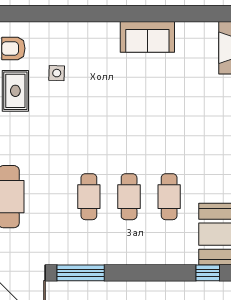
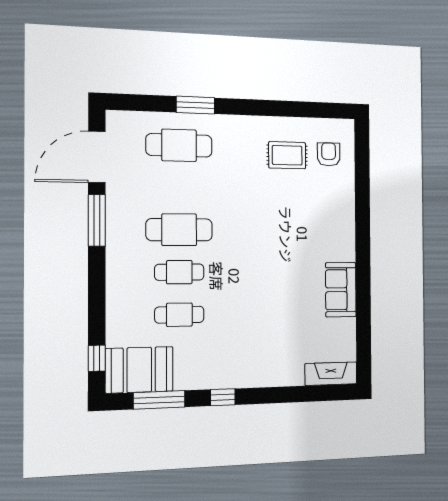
side table: (57, 73) -> (305, 198), removed
cafe table: (89, 197) -> (179, 230), width x1.37, depth x1.35

